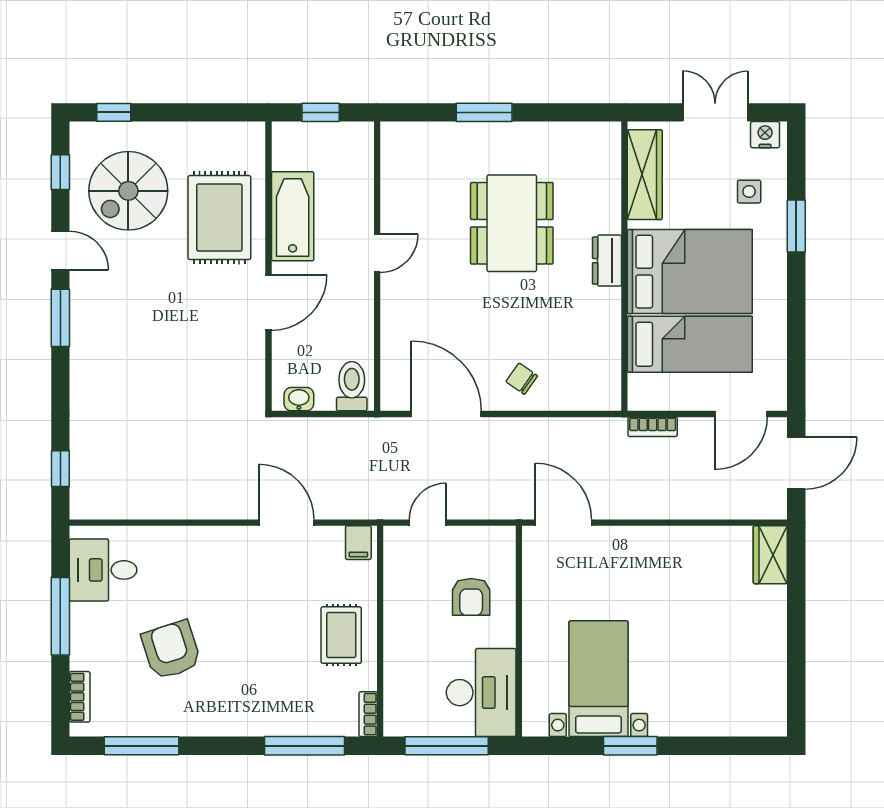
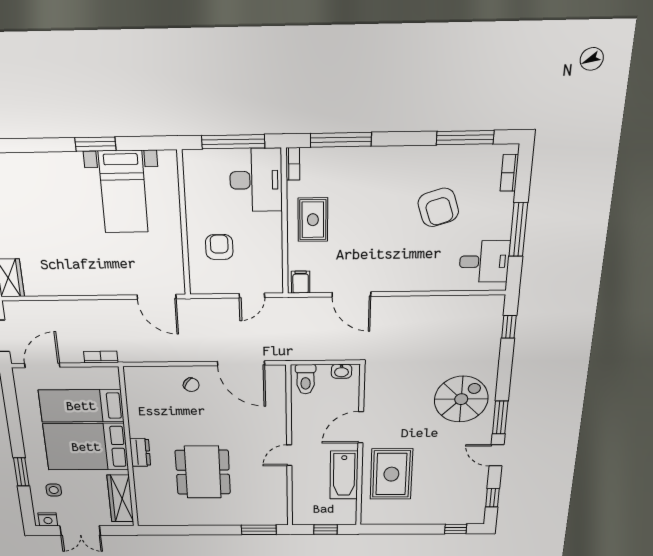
window: (484, 112) -> (259, 530), moved
spiral stairs: (128, 191) -> (461, 399), moved
desk: (481, 693) -> (256, 180), moved, turned 180

